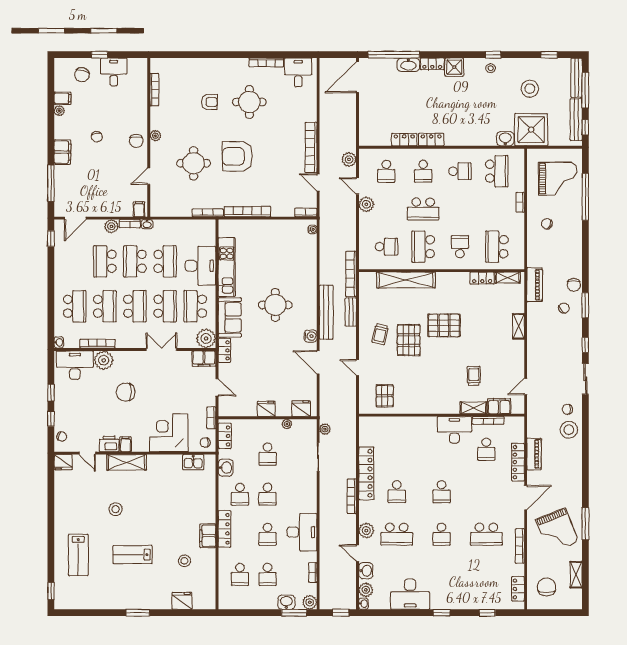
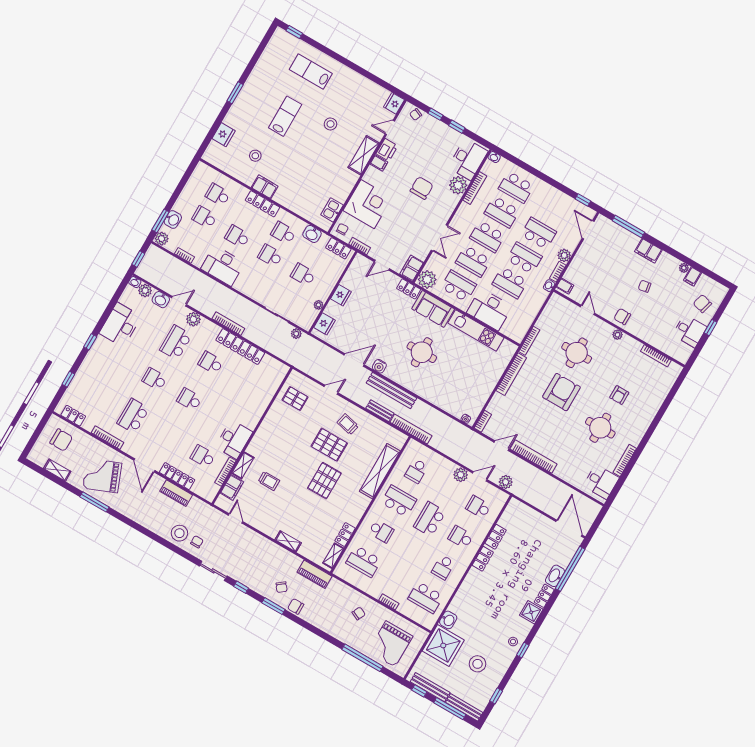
school desk: (497, 247) -> (364, 561), turned 180

